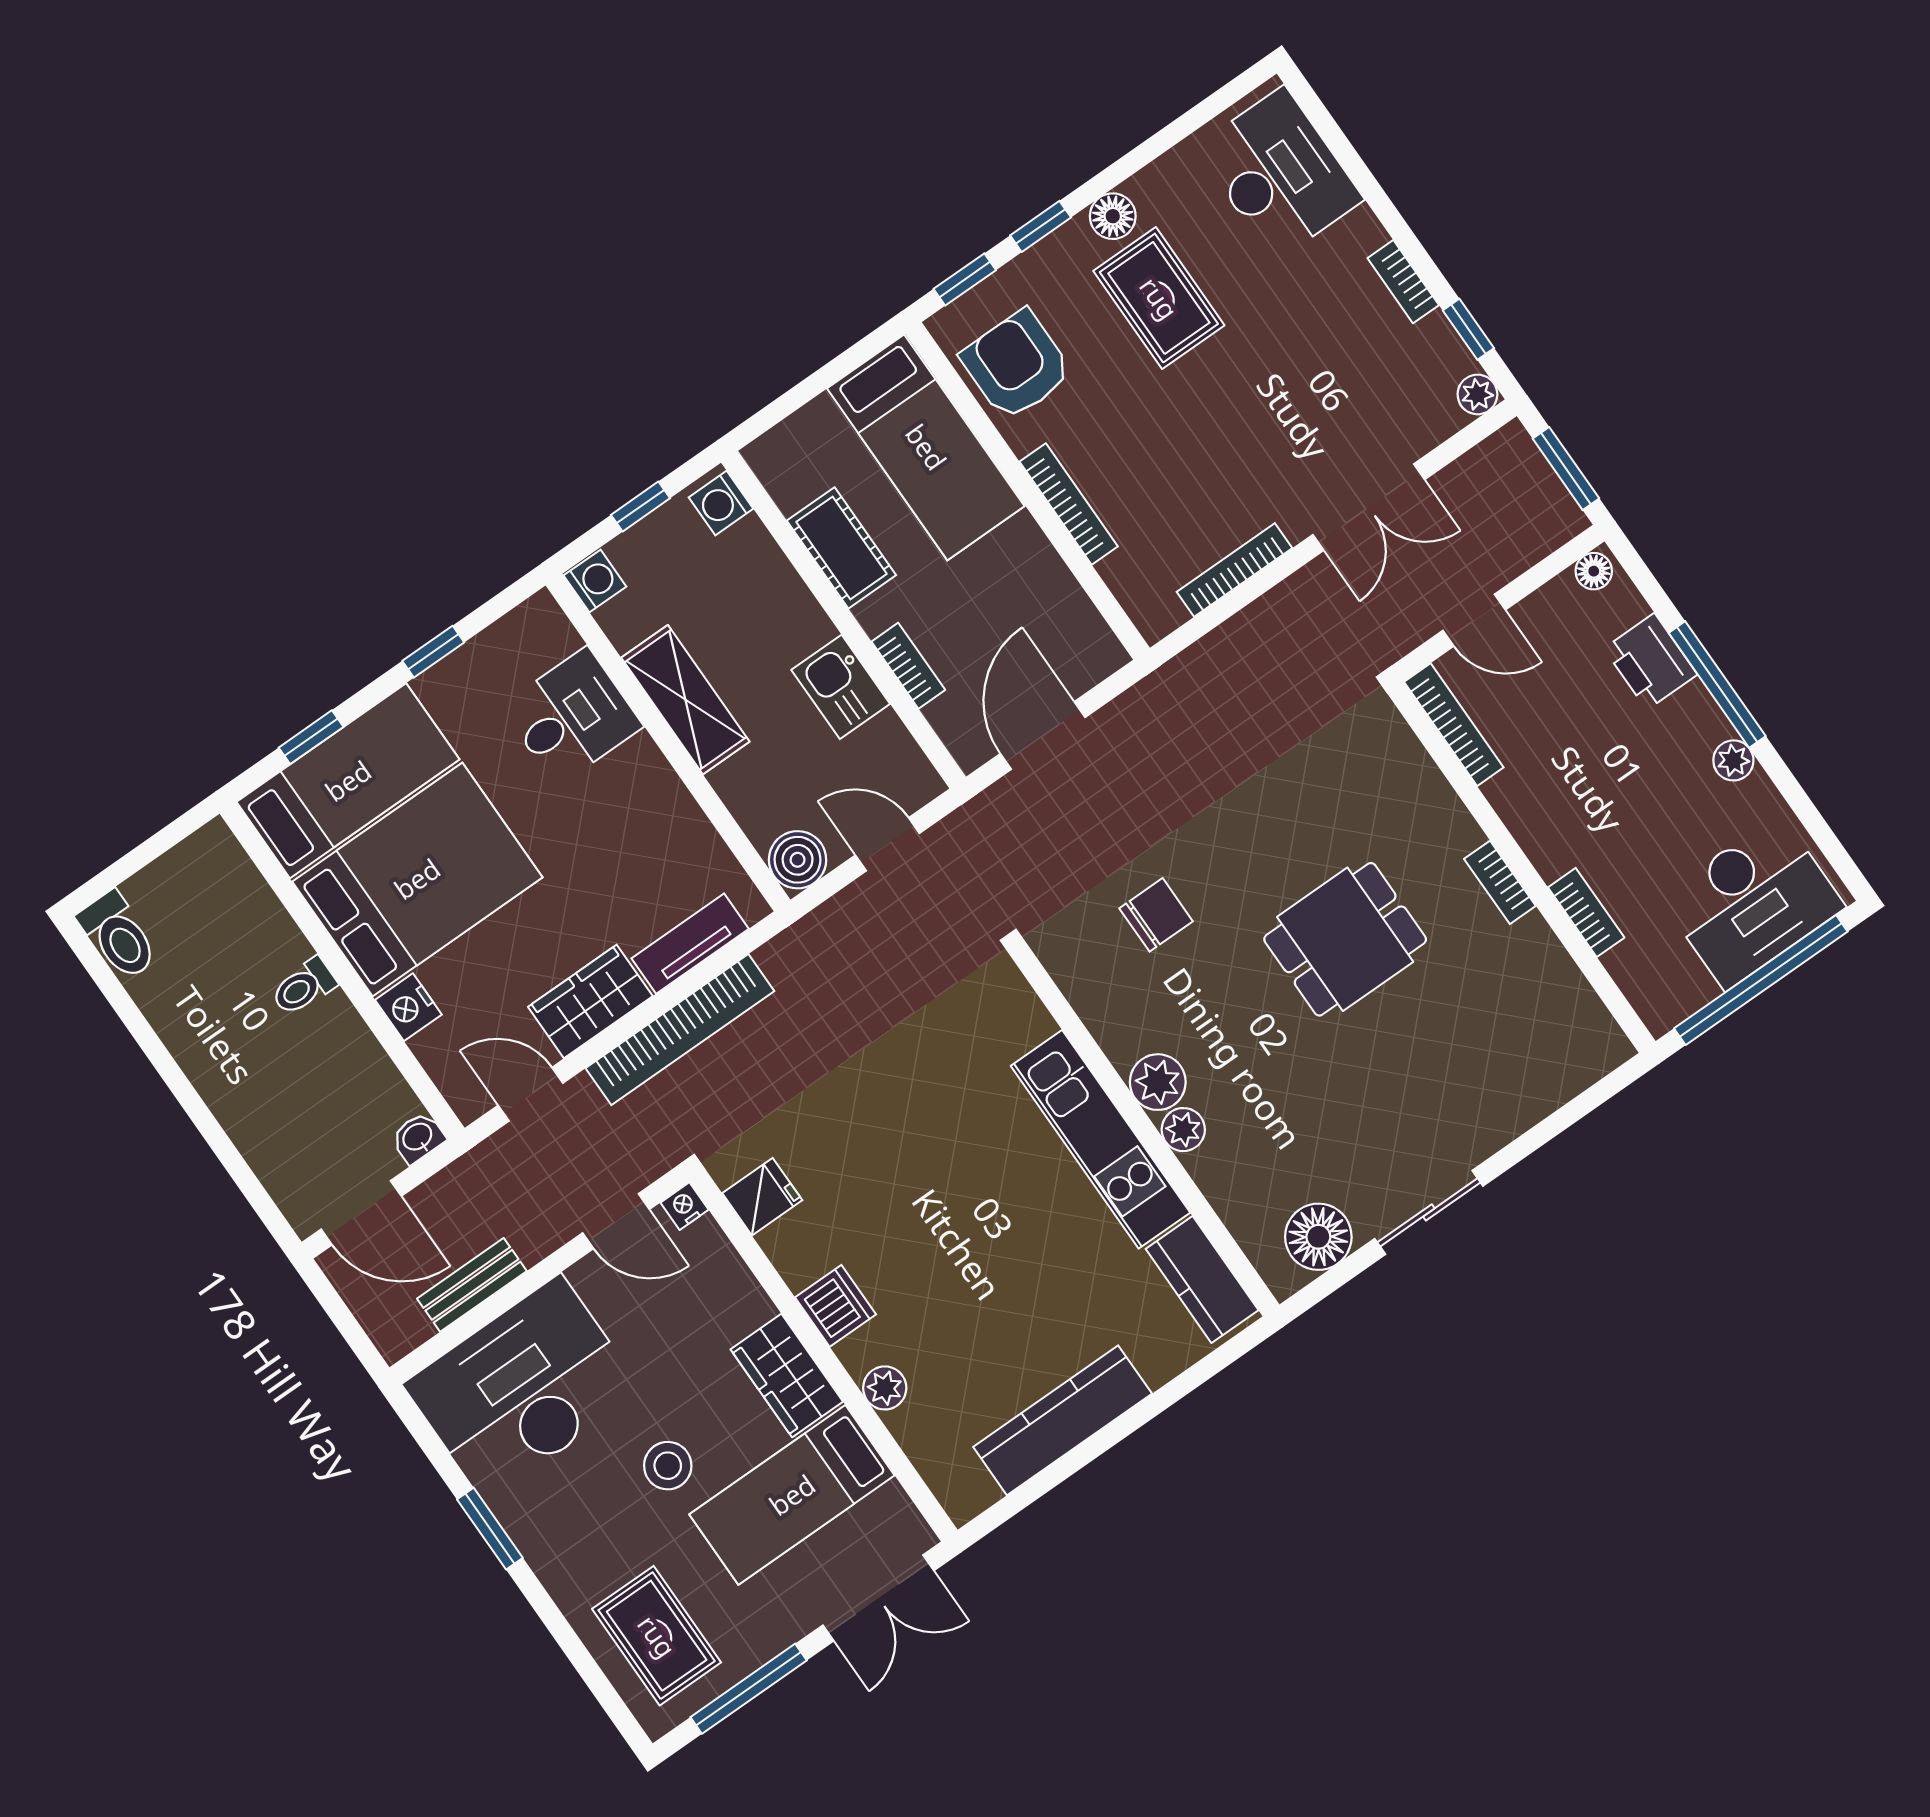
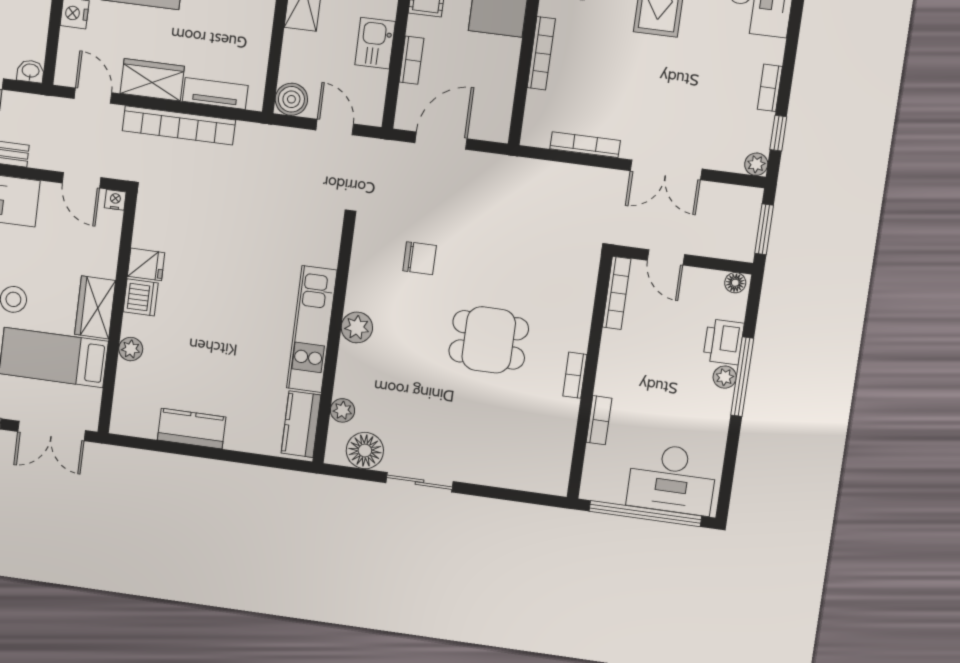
plant: (1733, 760) -> (725, 377), moved
plant: (1183, 1130) -> (342, 410), moved
fridge: (762, 1197) -> (146, 264), moved
kitchen counter: (1063, 1420) -> (192, 429), width x0.67

